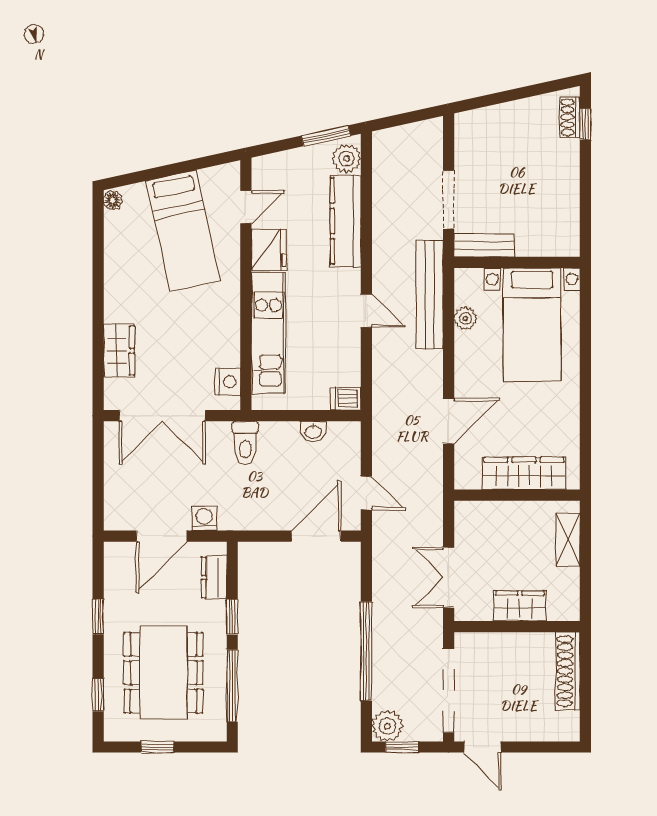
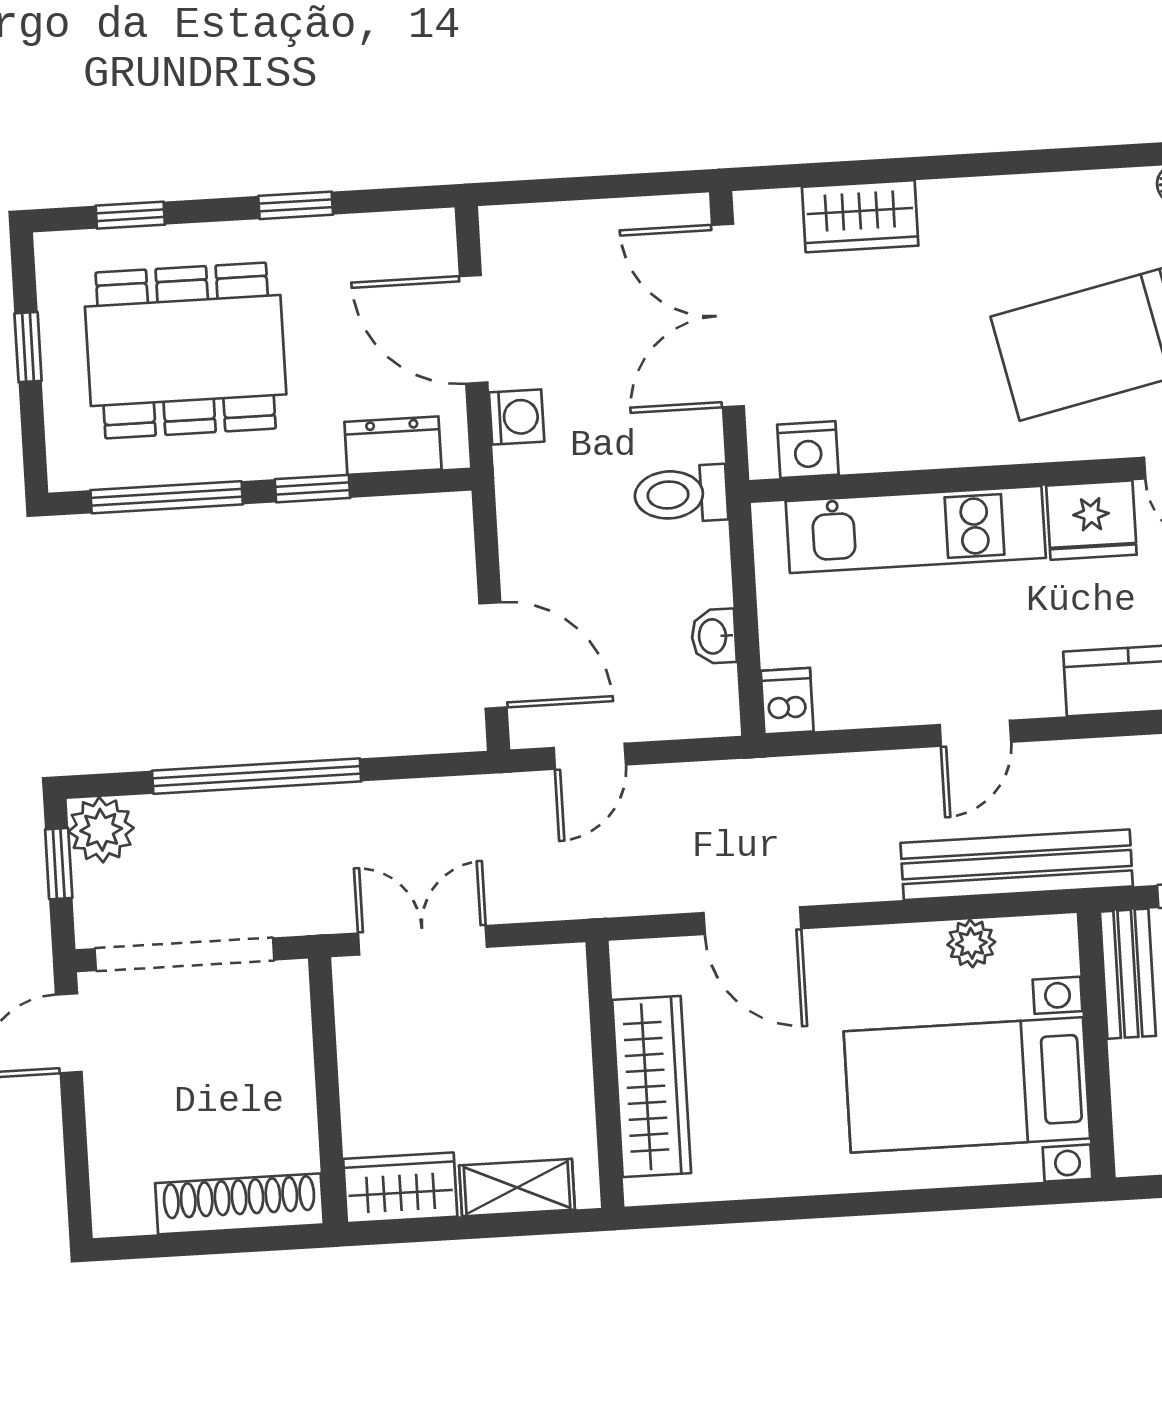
wardrobe: (520, 606) -> (400, 1188), moved, turned -90

